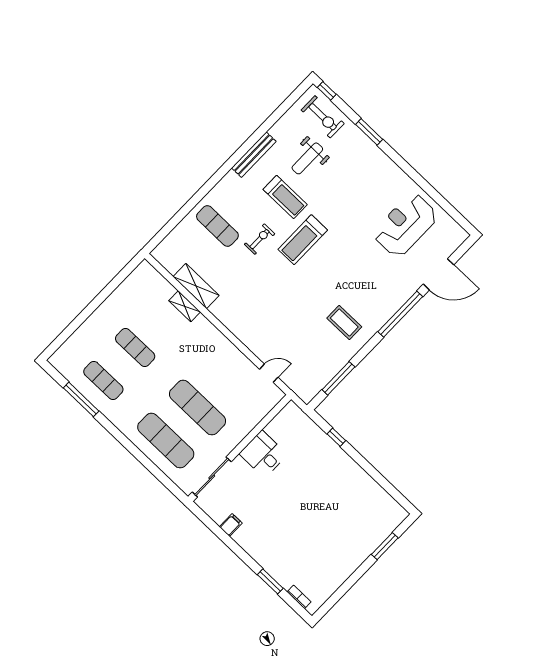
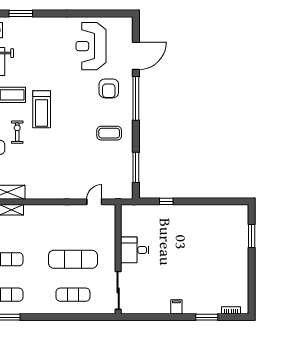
armchair: (384, 280) -> (109, 88), added
exercise mat: (166, 441) -> (73, 295), width x0.73, depth x0.69
filing cabinet: (231, 525) -> (176, 307), moved

